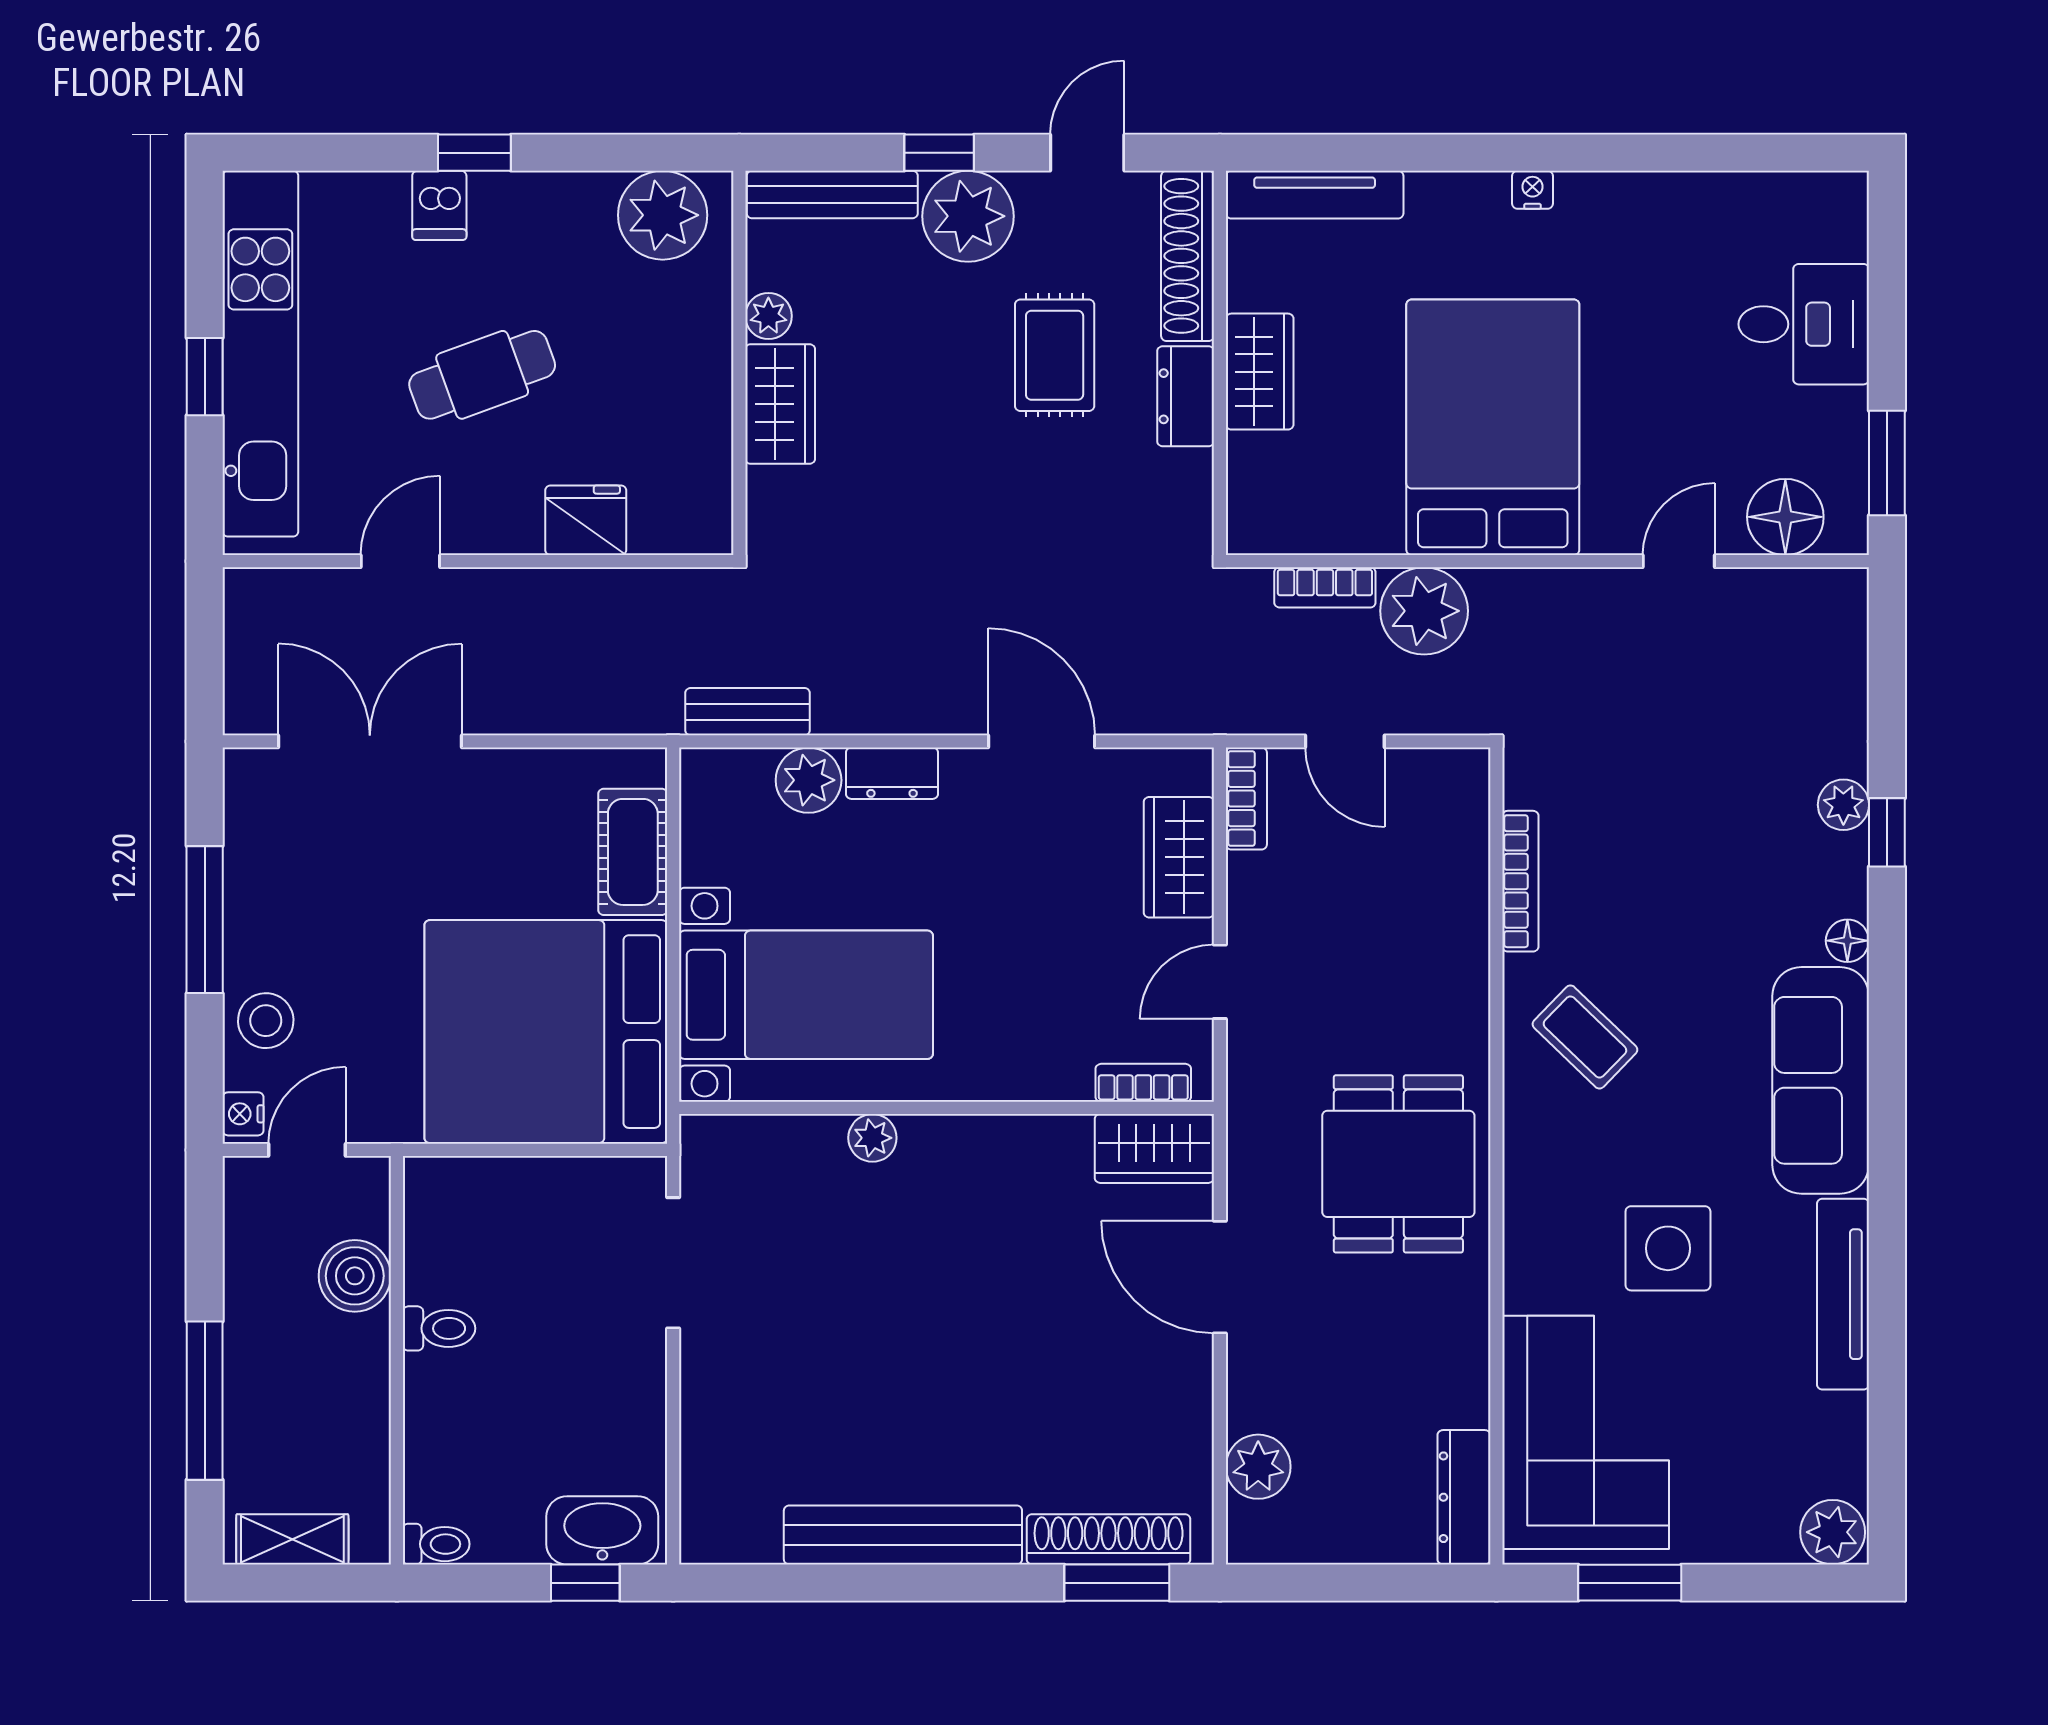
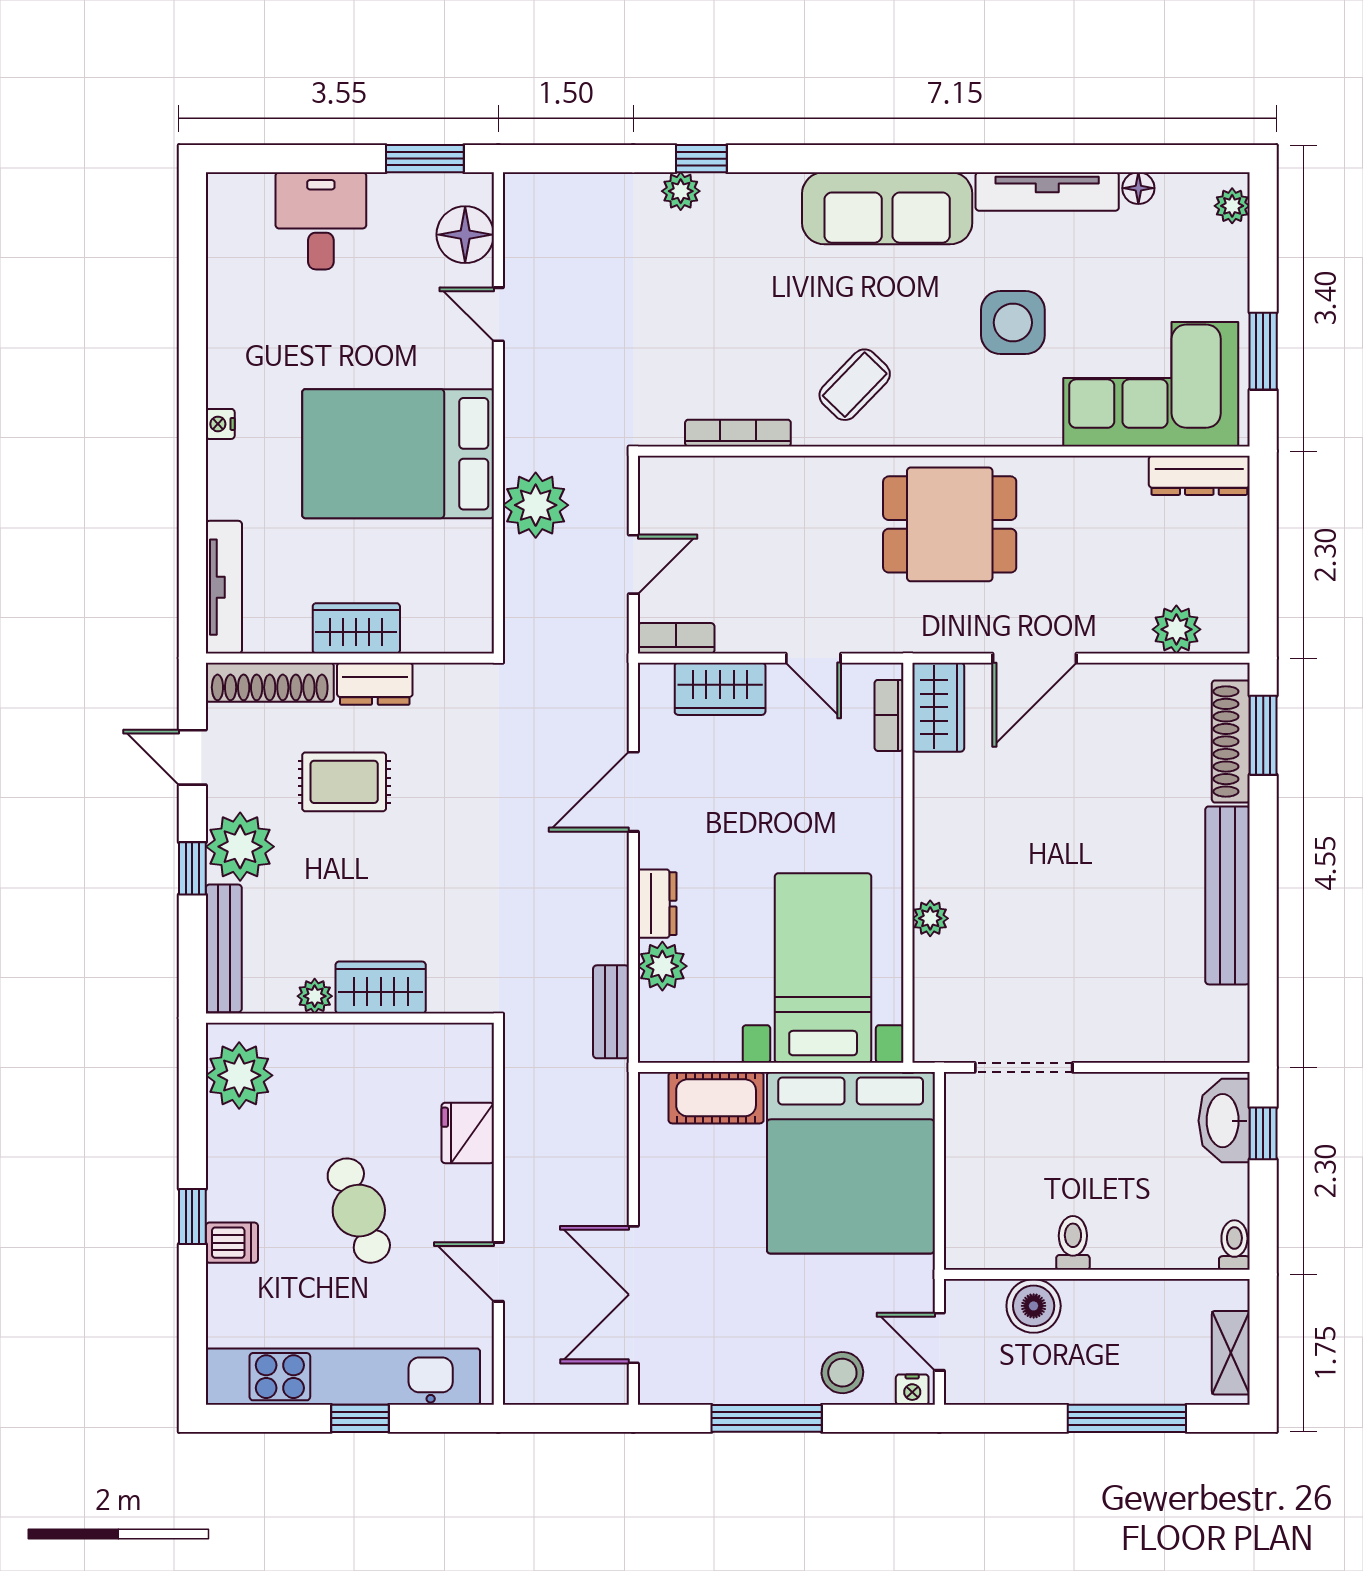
bookcase: (1325, 587) -> (518, 579), removed
floor lamp: (1847, 941) -> (1138, 188), moved
plant: (1833, 1532) -> (1232, 206), width x0.73, depth x0.73

